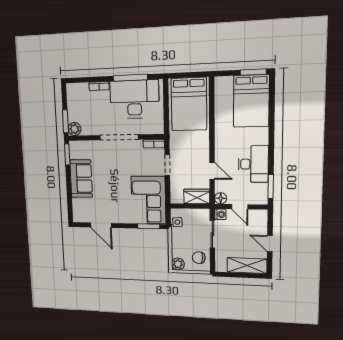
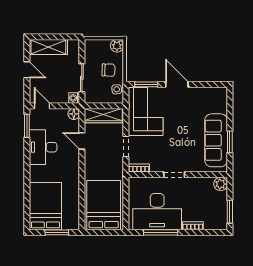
window: (253, 72) -> (57, 232), moved
window: (65, 121) -> (230, 212), moved
doorway: (119, 137) -> (174, 175), width x0.53
window: (67, 154) -> (230, 142), moved
sofa: (81, 179) -> (216, 140), width x1.36
wardrobe: (197, 196) -> (103, 116), width x1.50
door: (240, 207) -> (42, 106), moved
door: (101, 225) -> (177, 84), moved
chair: (199, 258) -> (108, 70), moved

